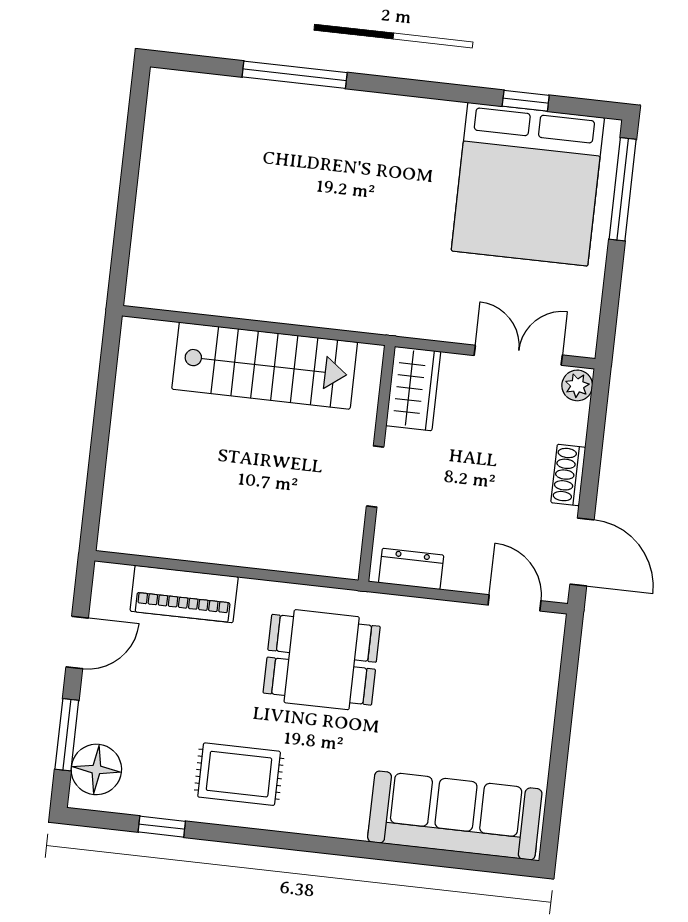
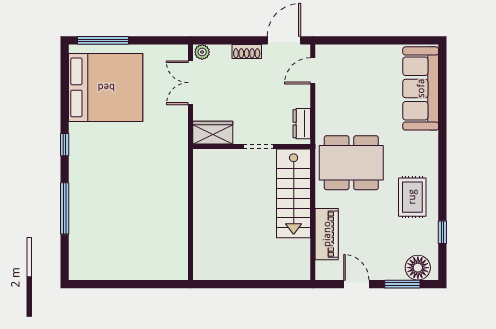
window: (526, 101) -> (65, 145), moved
stairs: (265, 366) -> (294, 193), moved, turned 180
dining table: (322, 660) -> (351, 163), width x1.38

